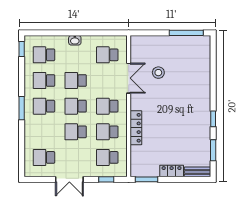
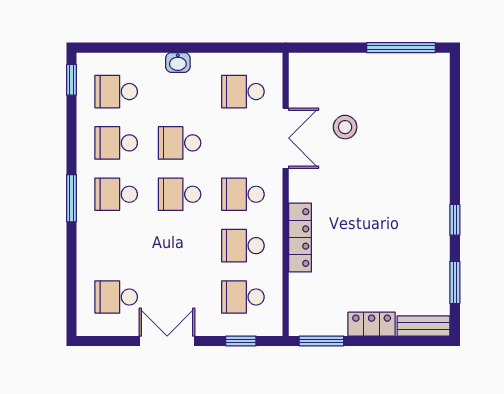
school desk: (76, 132) -> (180, 246), removed
double door: (69, 179) -> (167, 341), swing flipped

